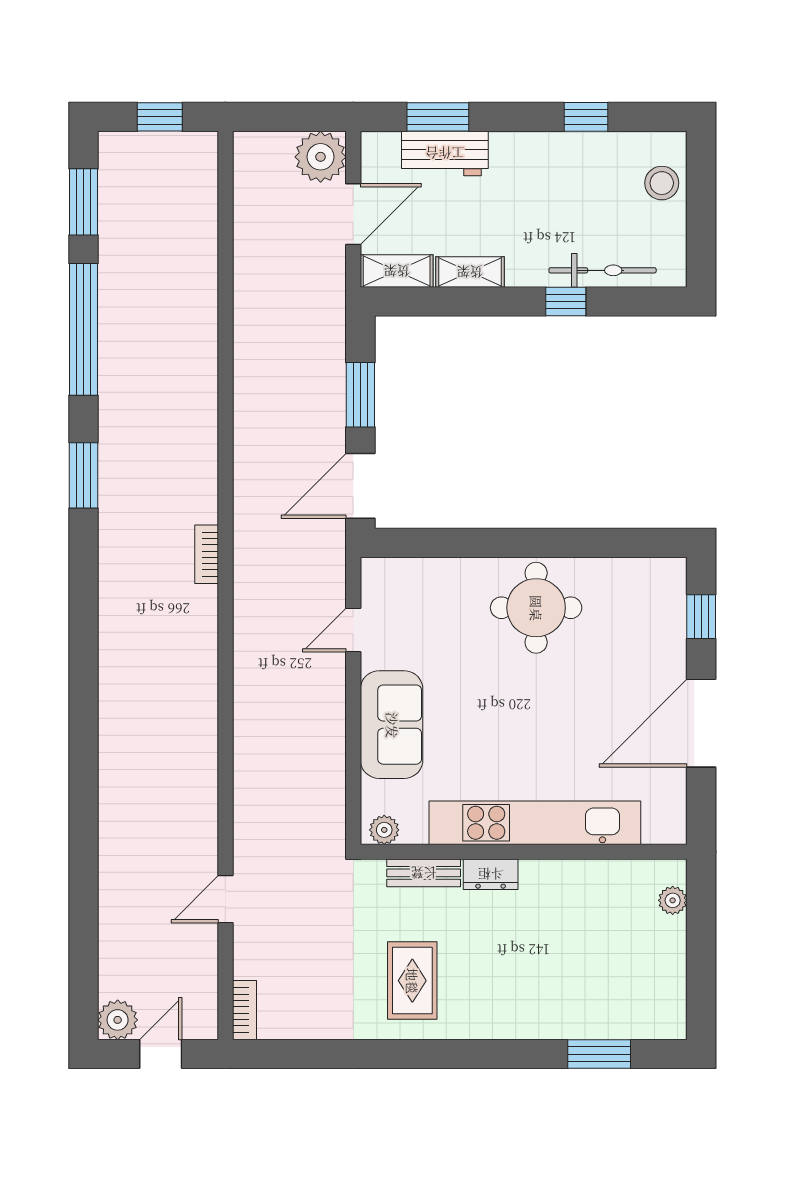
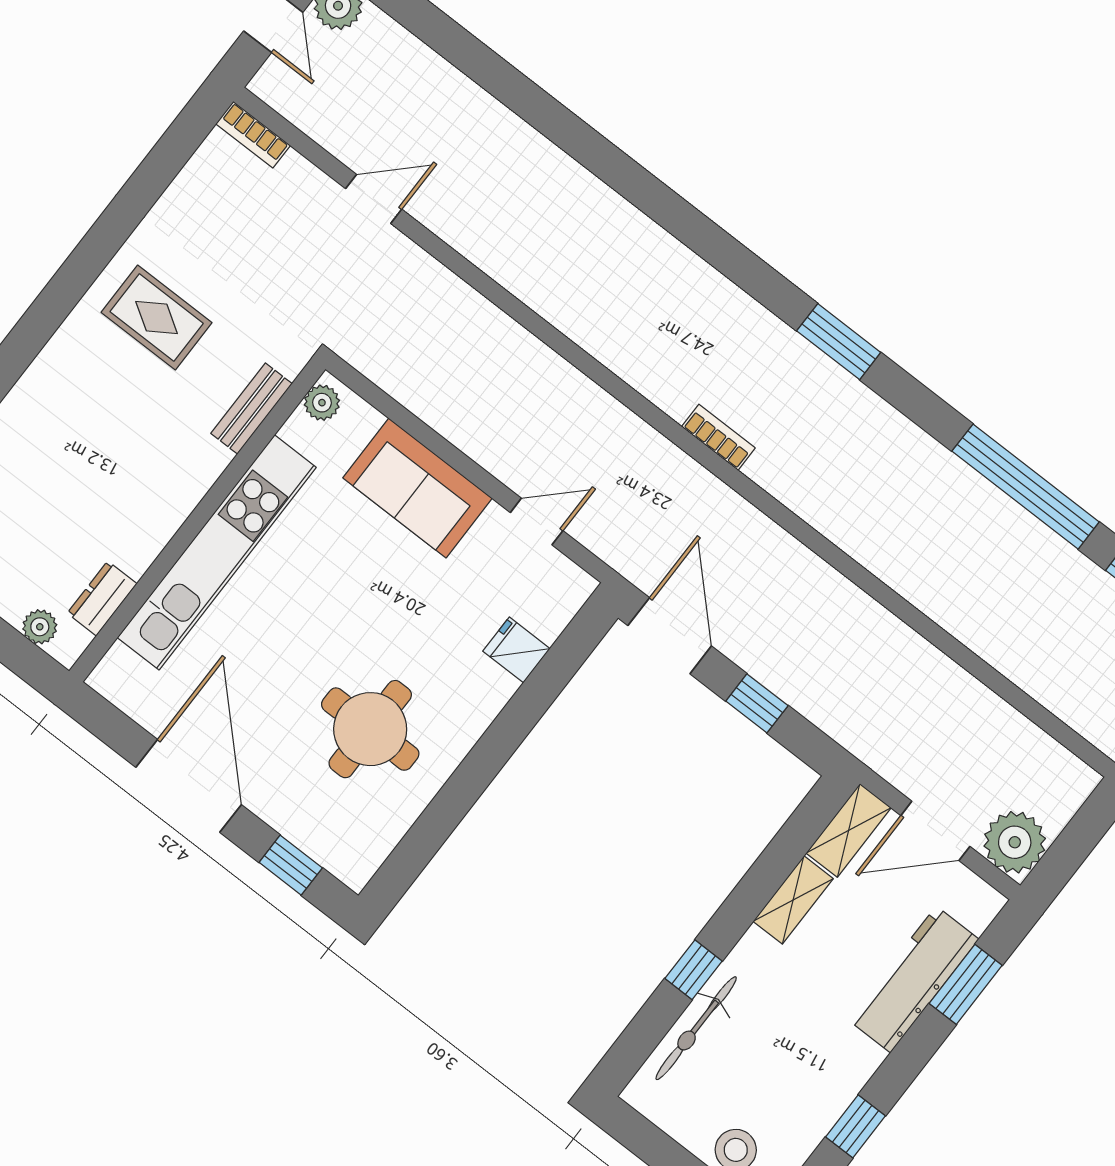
workbench: (445, 153) -> (913, 979), width x1.38
door: (353, 214) -> (935, 831), hinge flipped
window: (360, 395) -> (757, 703), width x0.67
window: (83, 475) -> (839, 342), moved
fridge: (447, 578) -> (516, 650), added
round table: (536, 608) -> (370, 729), moved
door: (353, 630) -> (537, 522), hinge flipped
dresser: (491, 874) -> (102, 598), moved
door: (225, 899) -> (374, 199), hinge flipped

